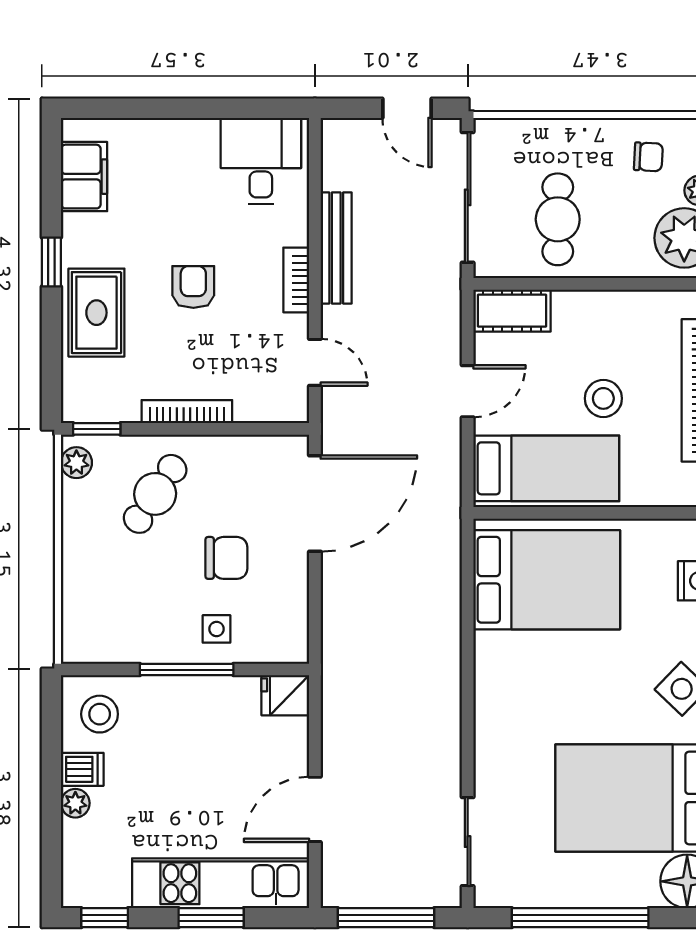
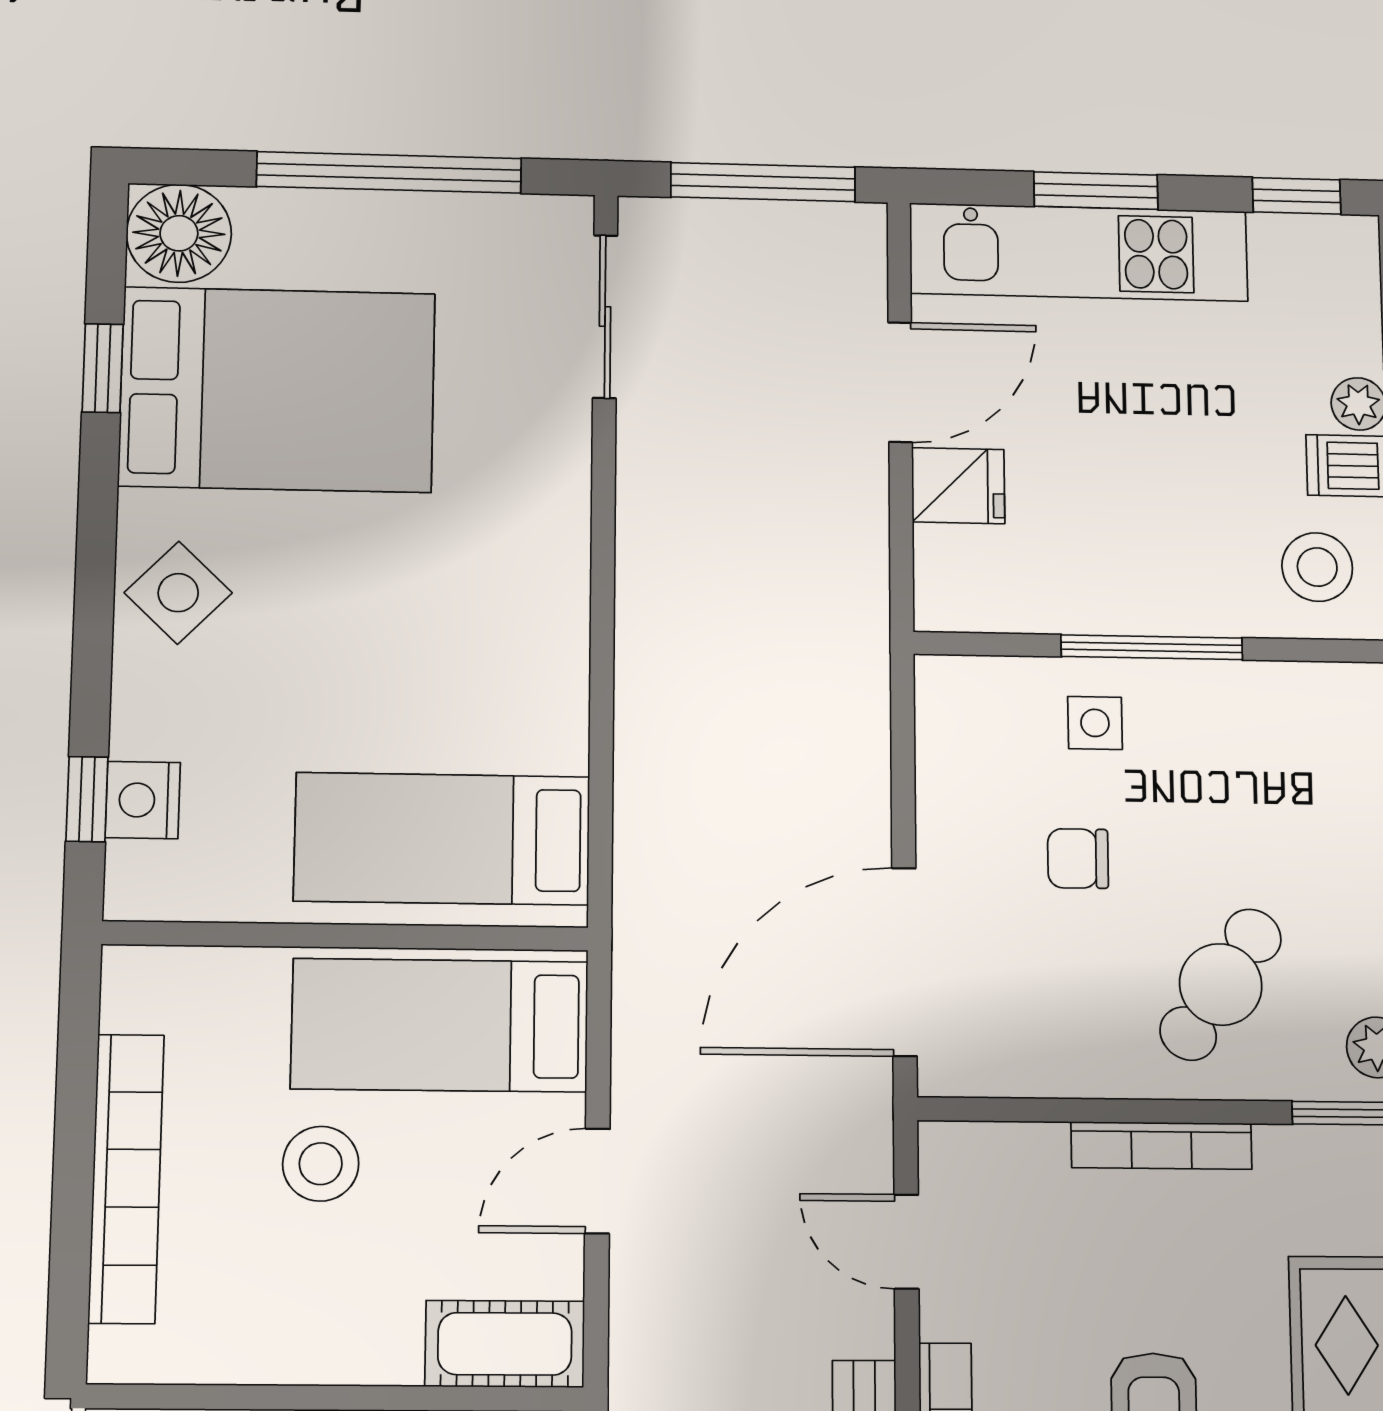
chair: (226, 558) -> (1078, 859), width x0.73, depth x0.73
bed: (547, 580) -> (442, 839), width x0.67
fridge: (285, 695) -> (958, 486), moved

